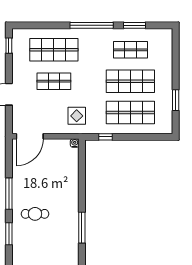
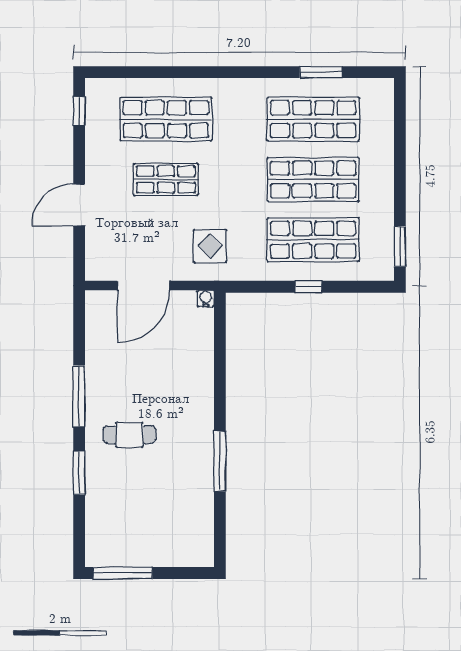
window: (92, 25) -> (238, 72), removed
shop shelf: (130, 50) -> (313, 119), width x1.43, depth x1.36
window: (176, 100) -> (400, 246), moved
door: (30, 136) -> (143, 286), moved
window: (105, 137) -> (308, 287), moved

